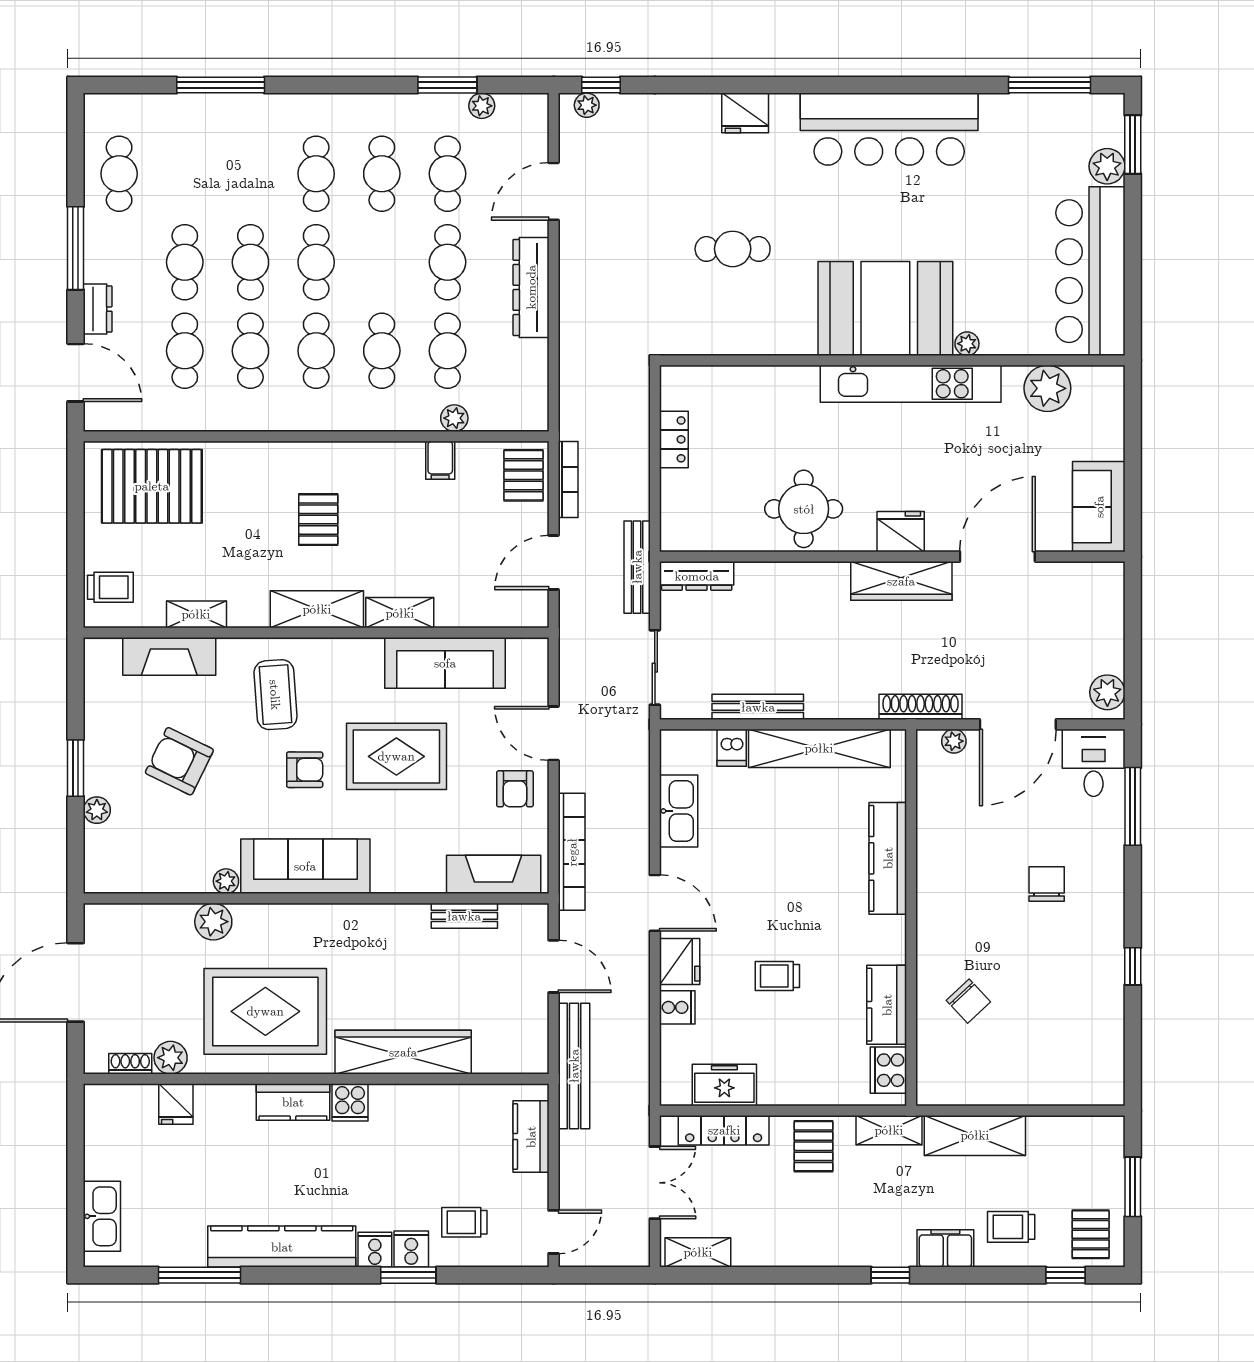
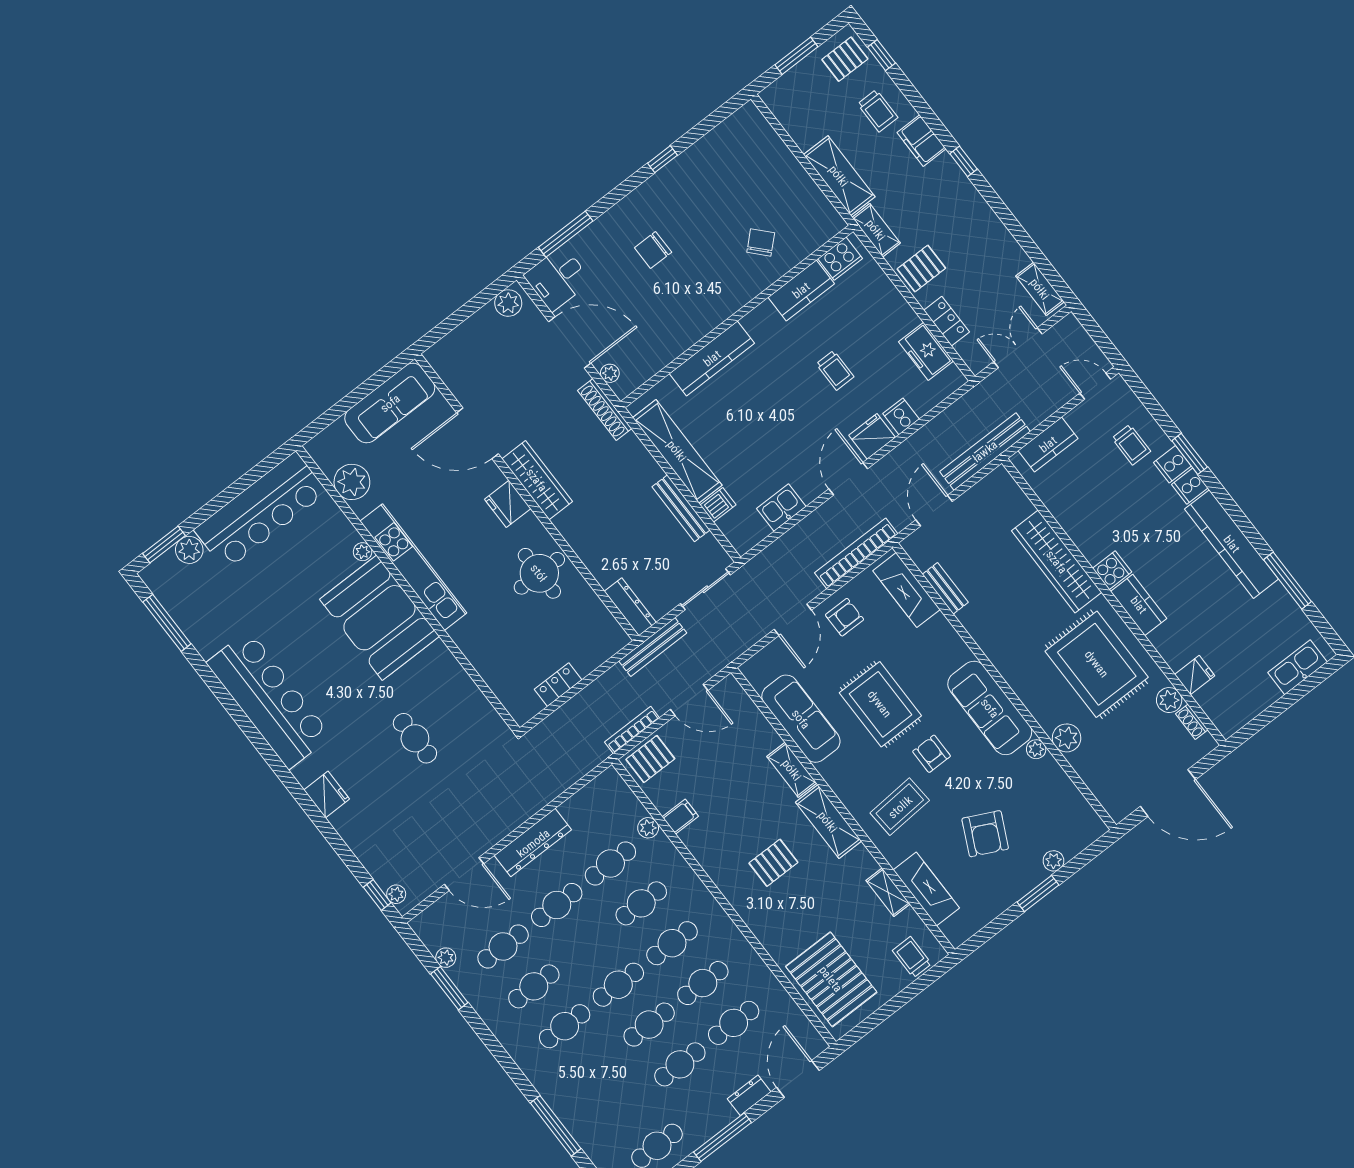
sofa: (1099, 507) -> (390, 403), width x1.36
kitchen sink: (679, 811) -> (781, 508), width x0.73
locker: (724, 1130) -> (947, 321), width x0.66

